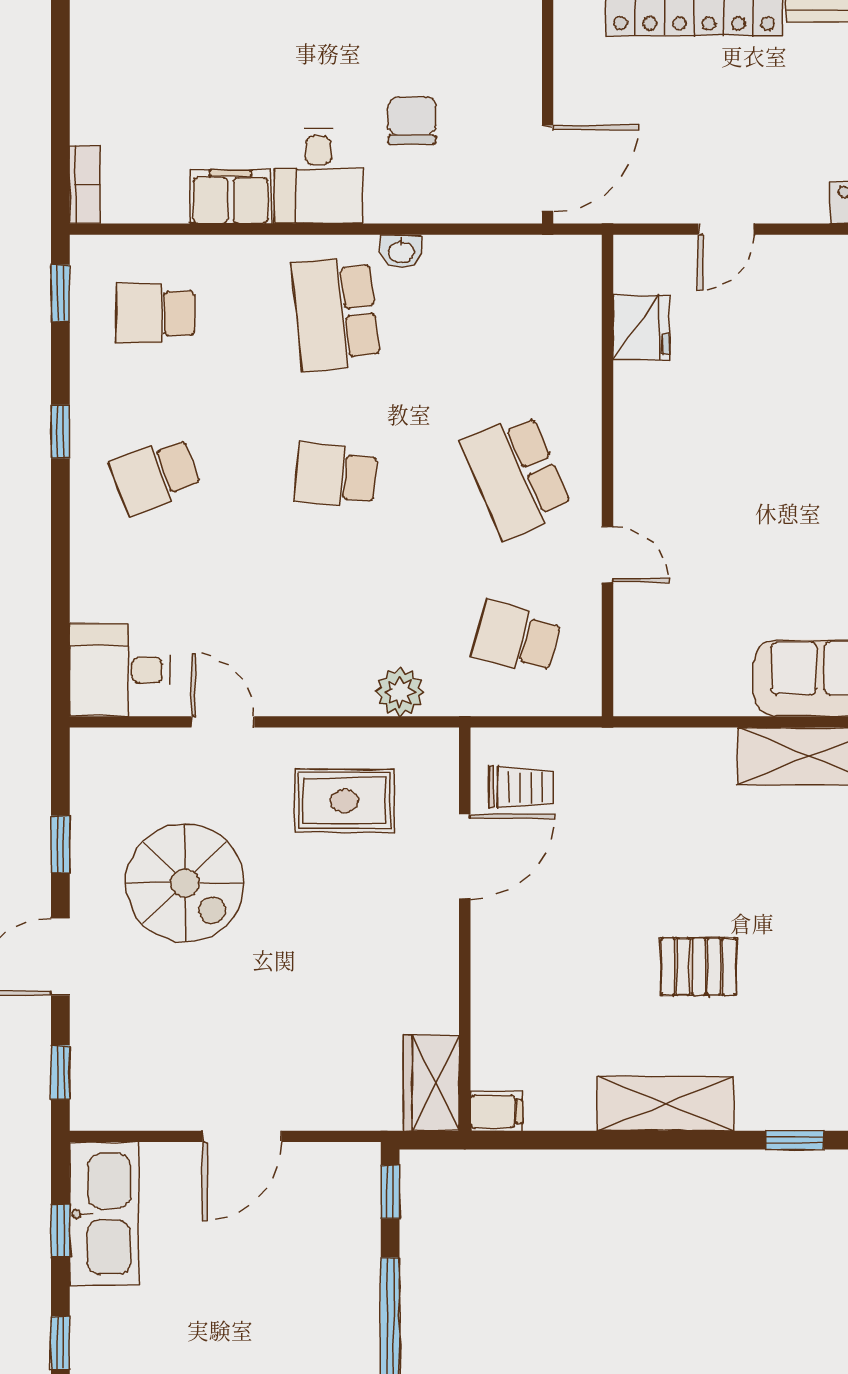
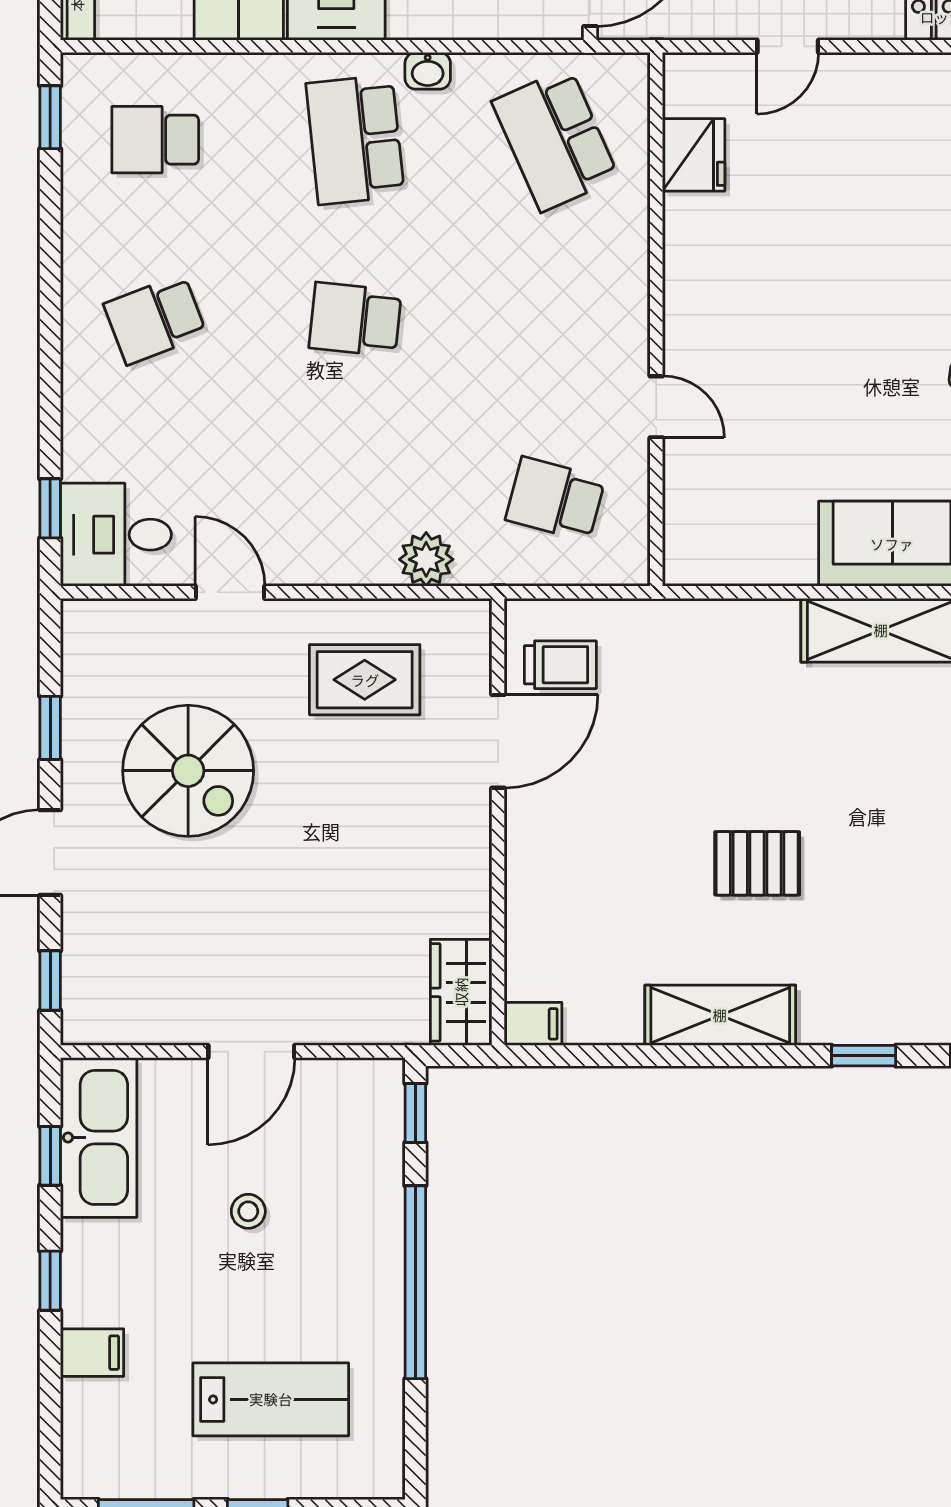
window: (60, 431) -> (50, 508), moved
school desk: (516, 476) -> (555, 140), moved
stool: (239, 1281) -> (248, 1211), added

